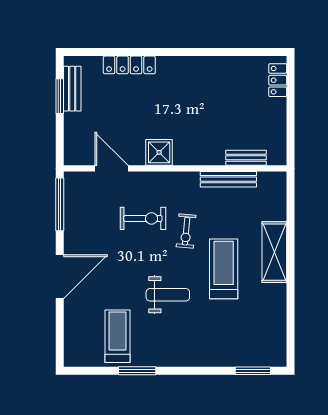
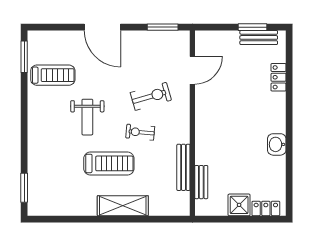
locker: (129, 65) -> (279, 77), width x0.66
washbasin: (201, 67) -> (277, 144), added
shower: (159, 152) -> (239, 205), moved
window: (60, 204) -> (163, 27), width x0.69
exercise bike: (143, 218) -> (151, 96), turned -106
window: (137, 371) -> (24, 57), moved

